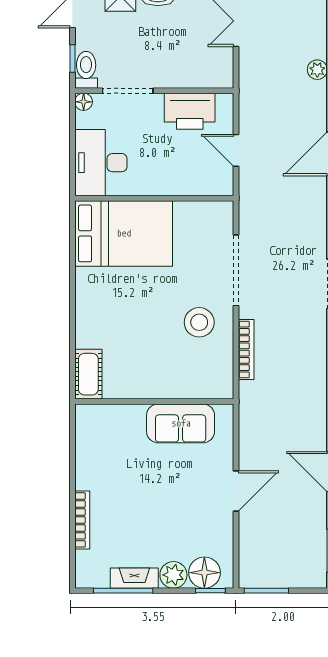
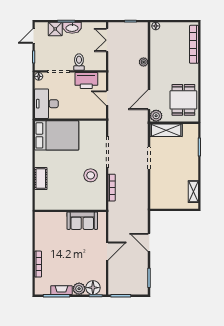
toilet: (86, 70) -> (79, 62), moved
cot: (88, 374) -> (41, 179), moved

